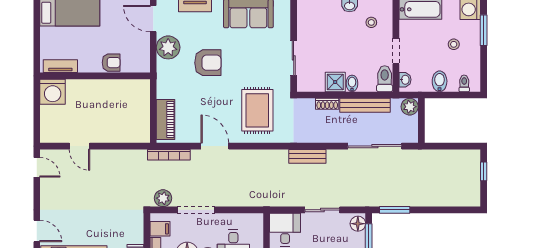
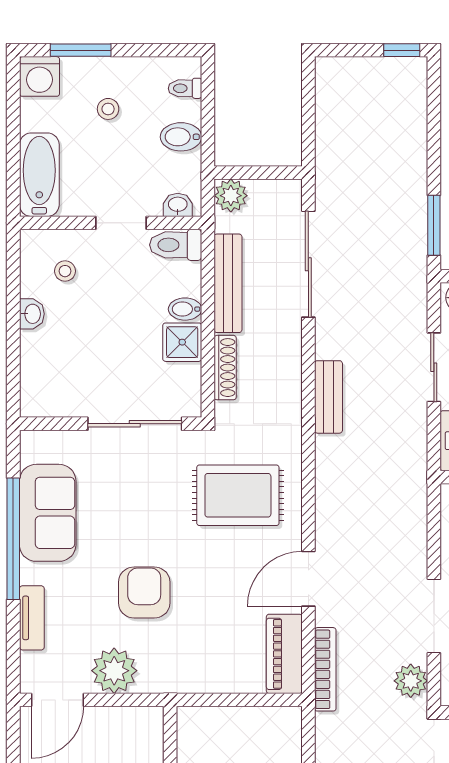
sliding door: (294, 58) -> (135, 424), width x1.37
shoe rack: (327, 104) -> (225, 368), width x1.43
piano: (165, 120) -> (284, 654), moved, turned -90
window: (484, 171) -> (402, 50), moved

